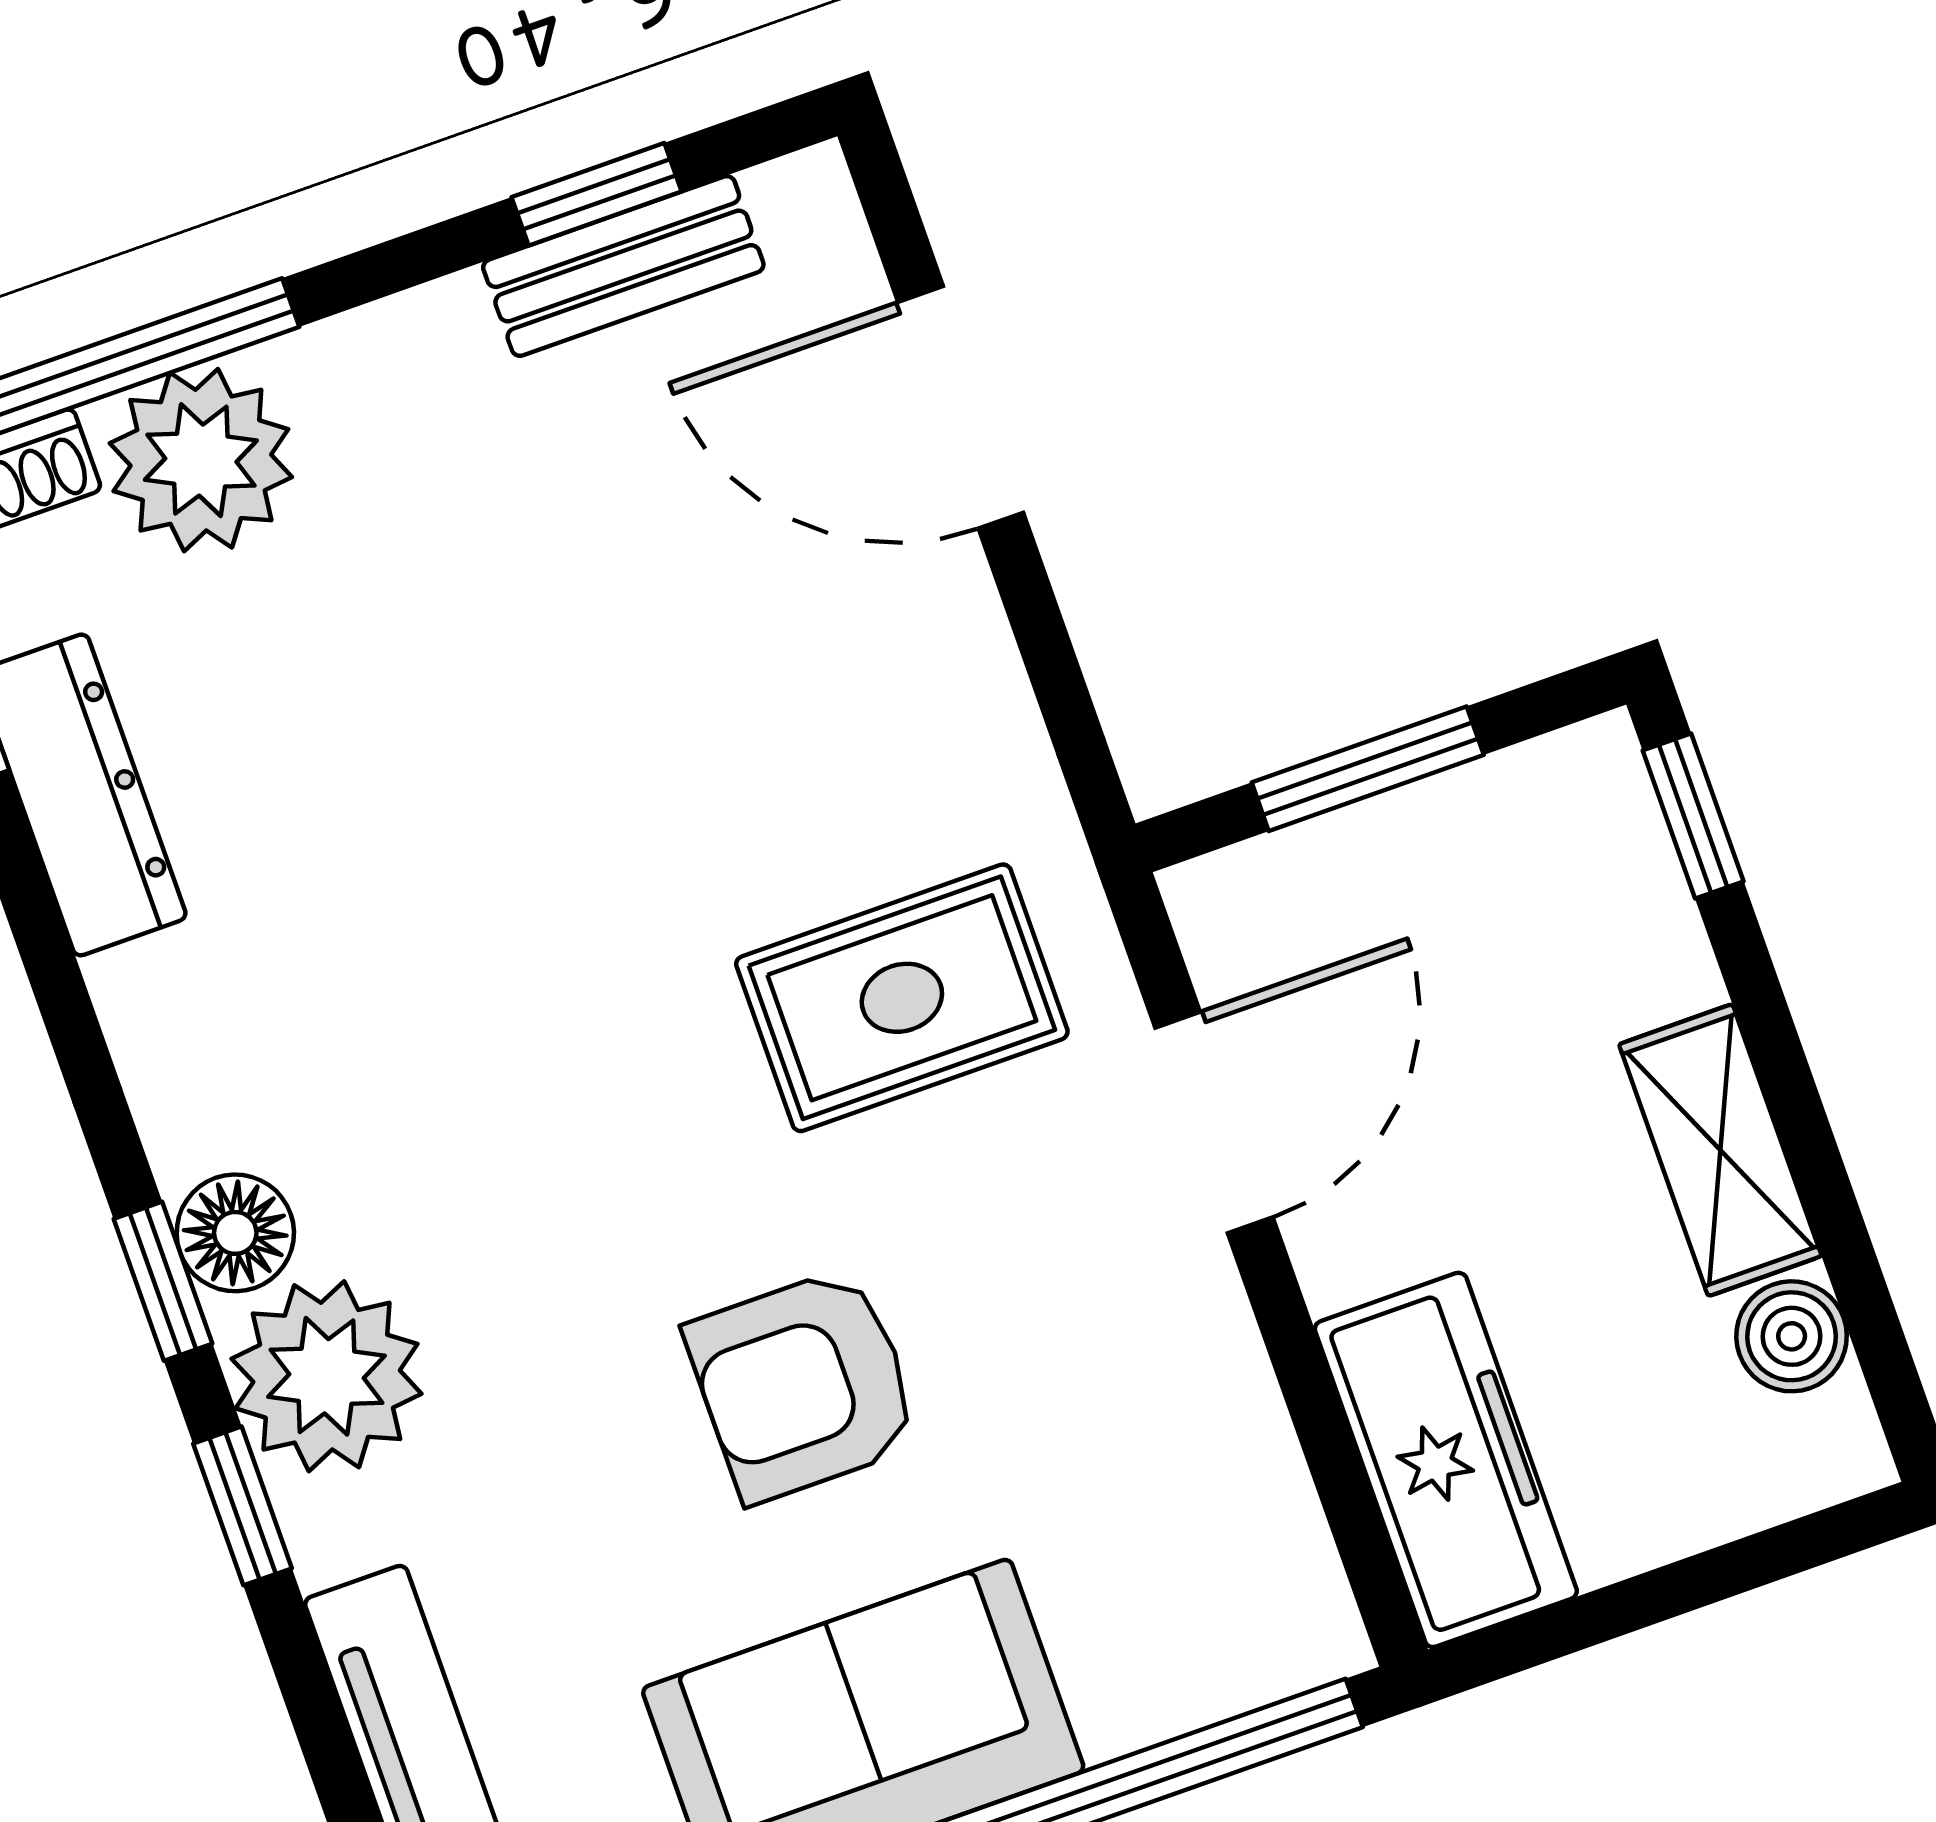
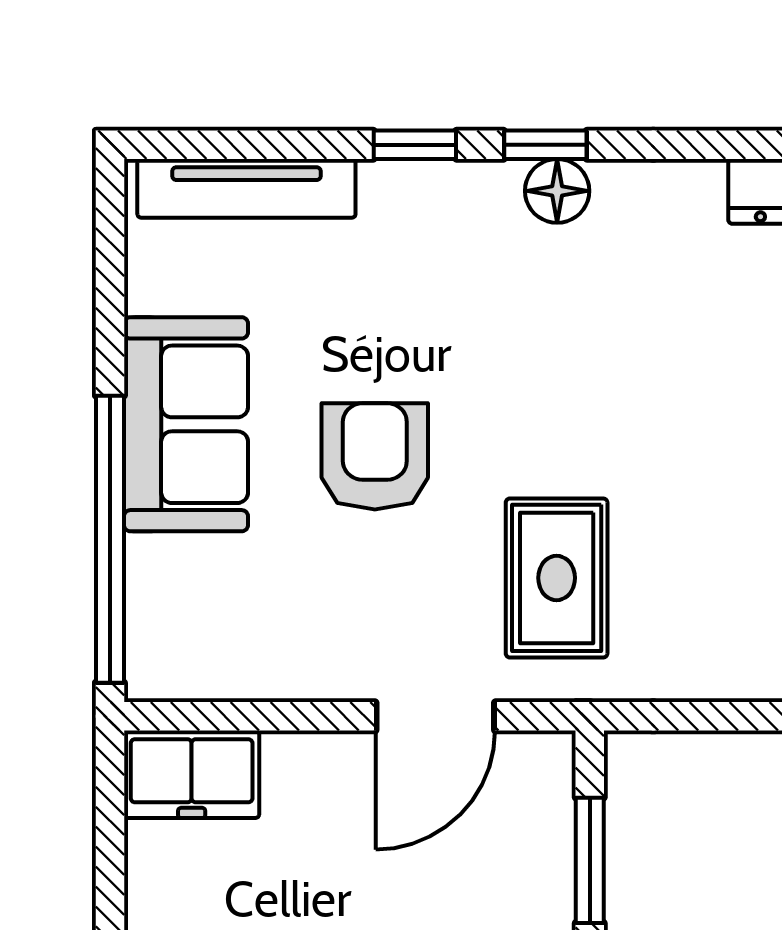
door: (1214, 1122) -> (435, 716), hinge flipped
plant: (327, 1376) -> (466, 212), removed
freezer: (1446, 1460) -> (192, 774), width x0.71

